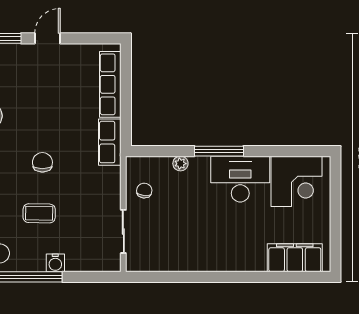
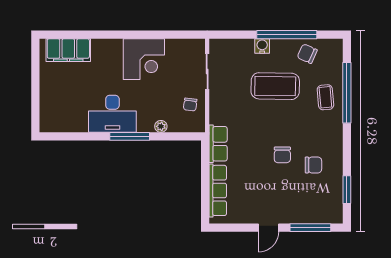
chair: (42, 162) -> (282, 155), moved
corner desk: (297, 181) -> (144, 59), moved, turned 180
coffee table: (39, 213) -> (275, 86), width x1.86, depth x1.72

